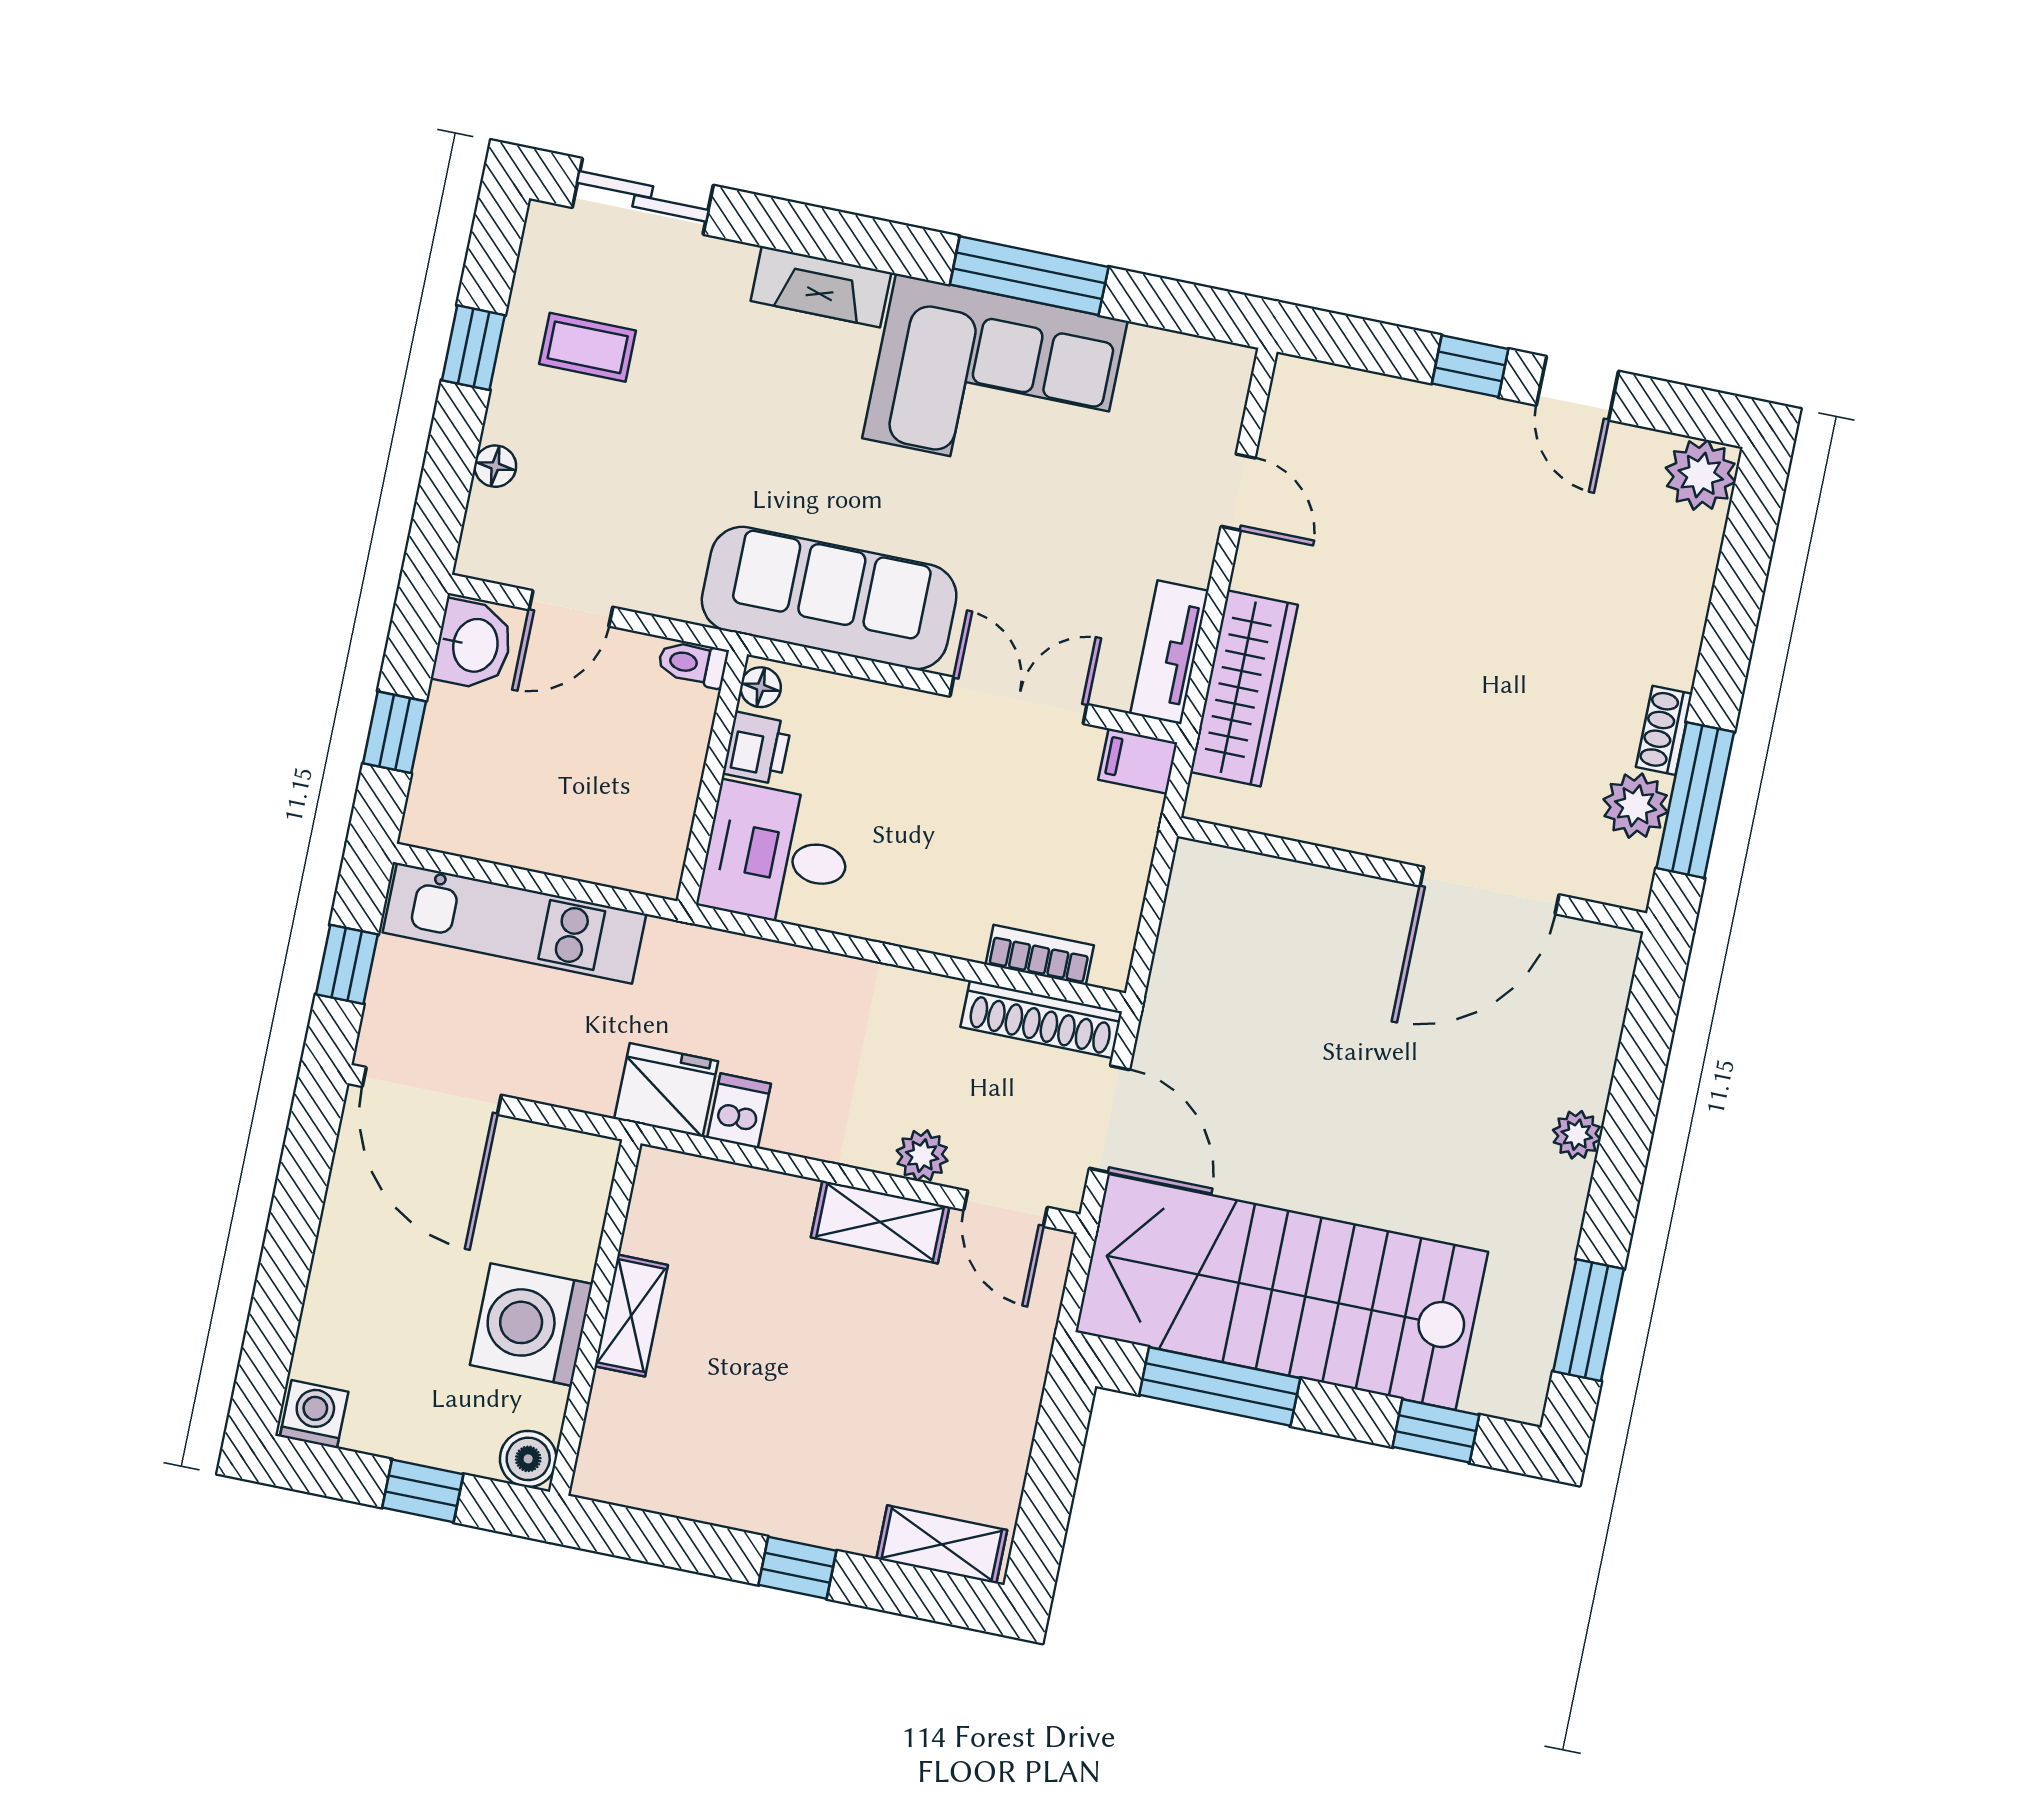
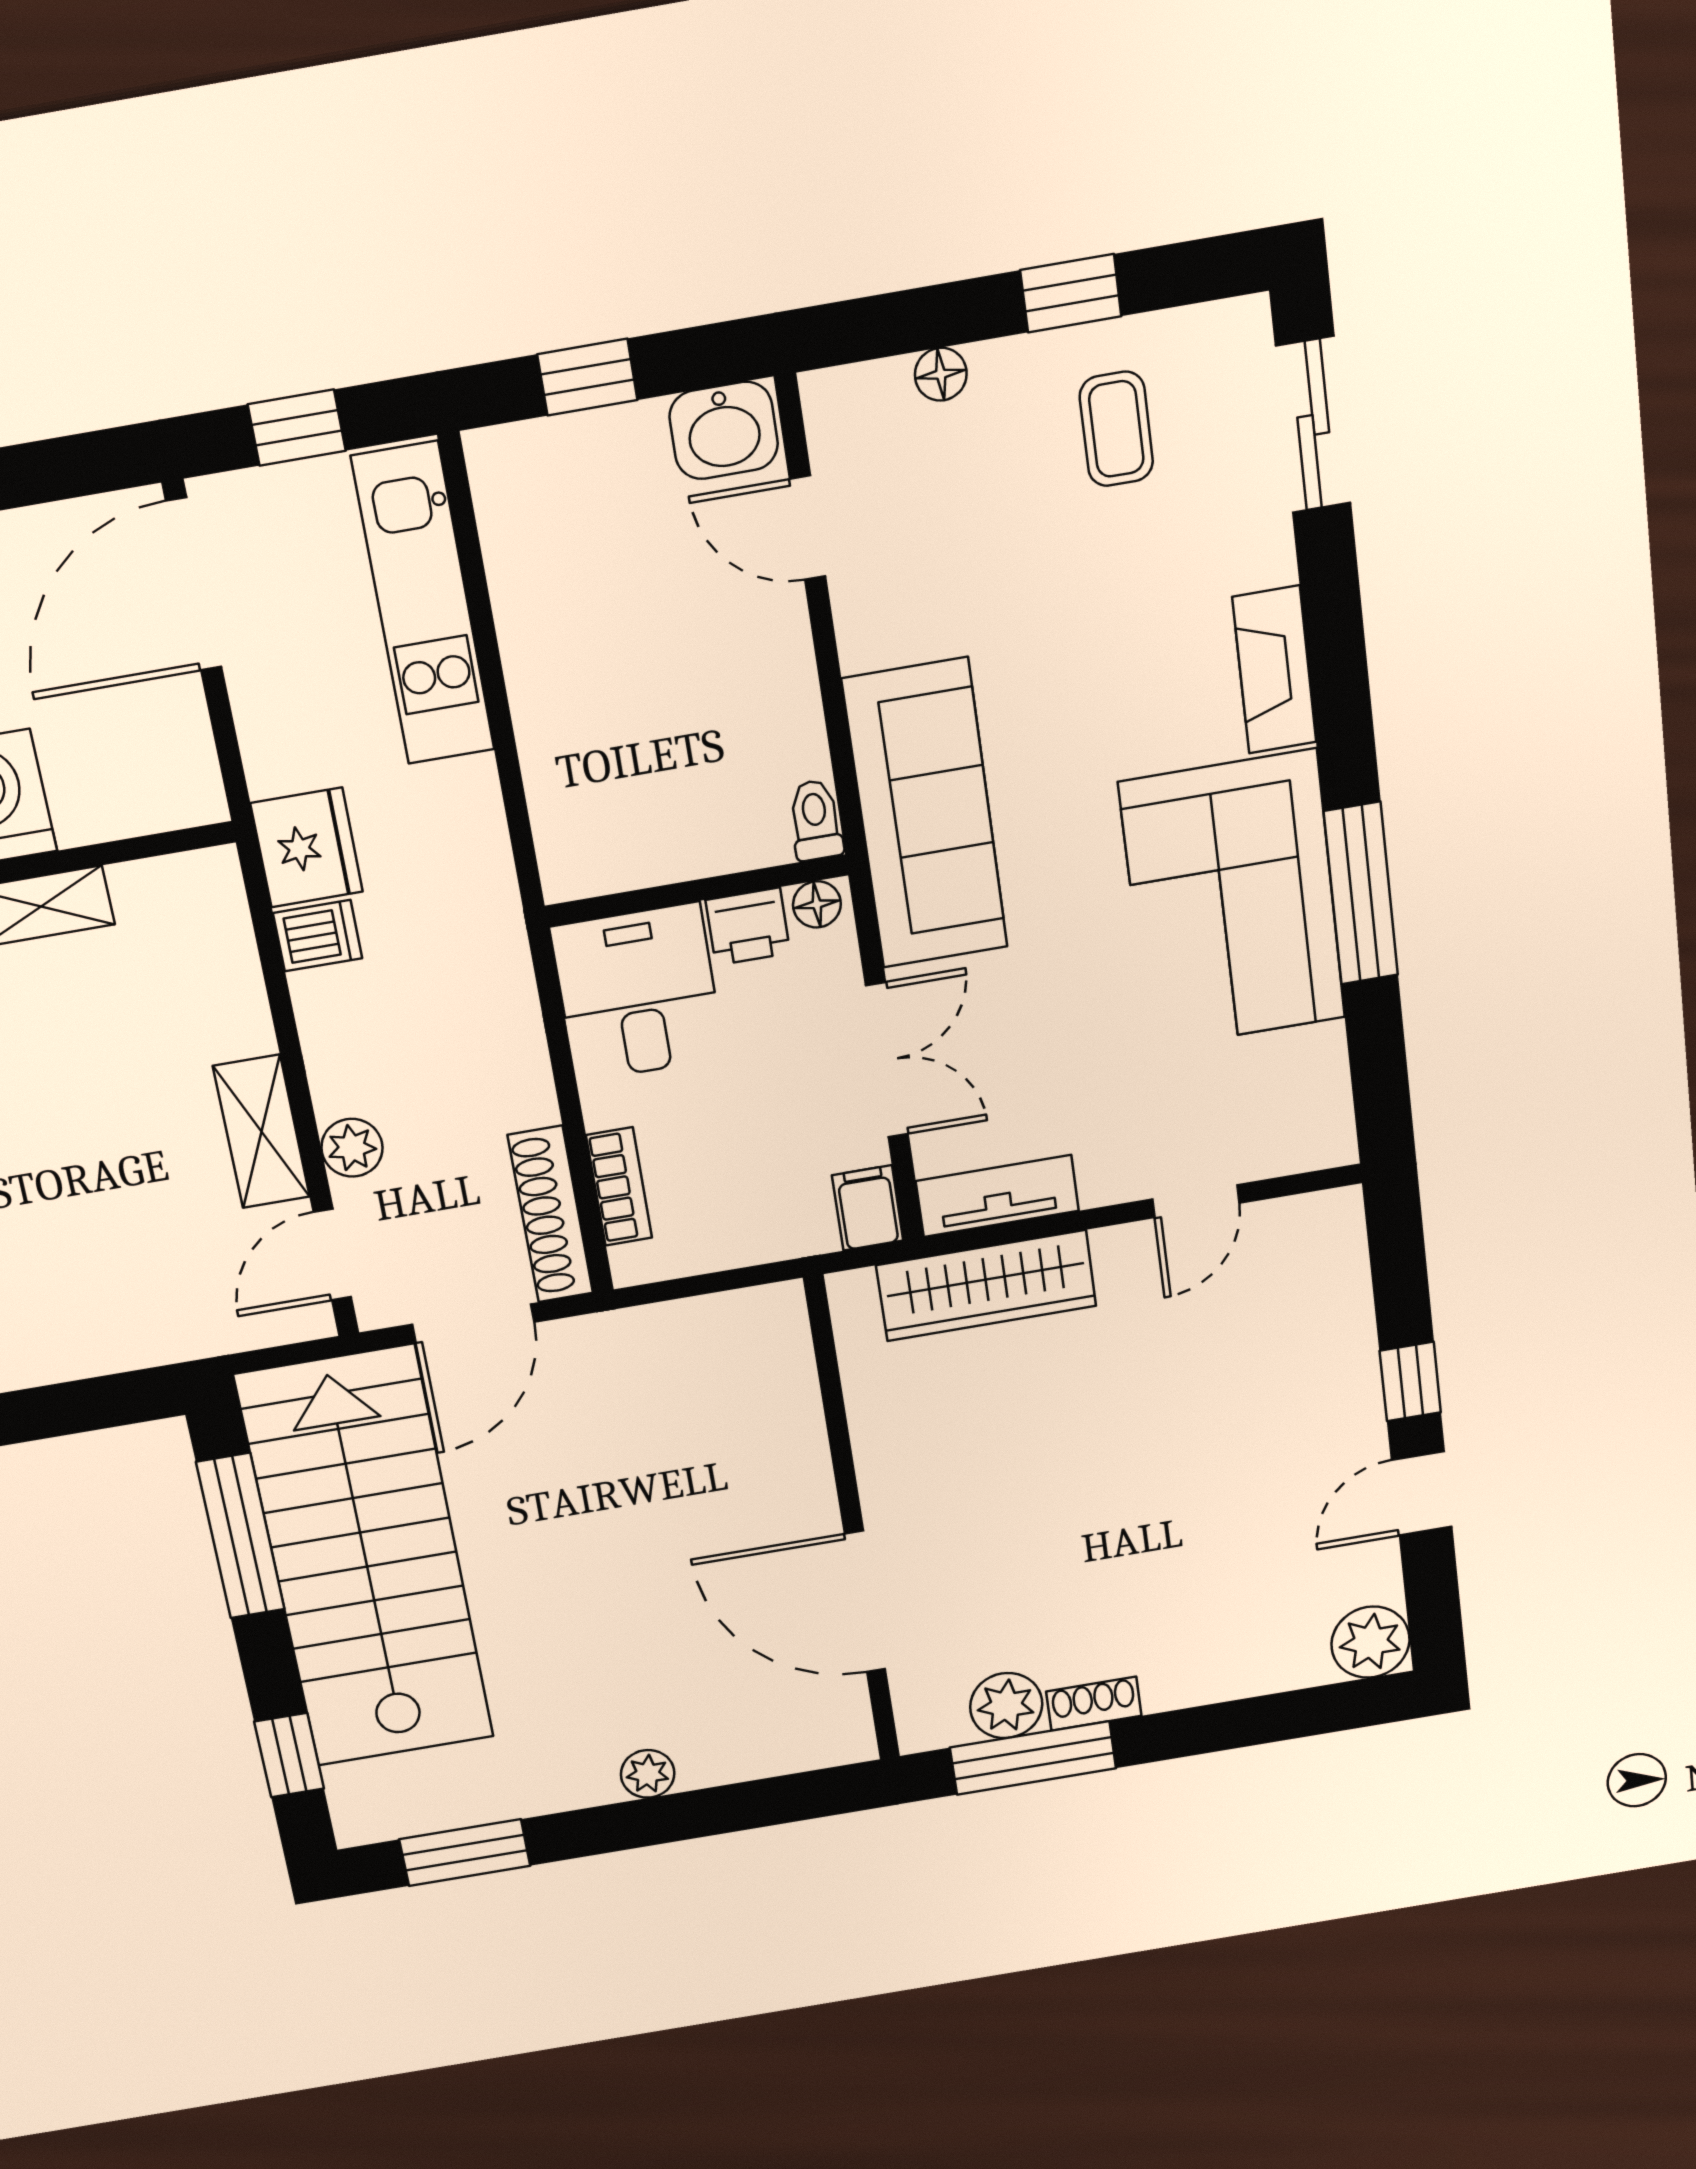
toilet: (693, 664) -> (816, 820), moved
floor lamp: (761, 687) -> (817, 904), moved
printer: (757, 748) -> (748, 927), moved
wall: (712, 778) -> (697, 891), moved
desk: (777, 856) -> (638, 993), moved

